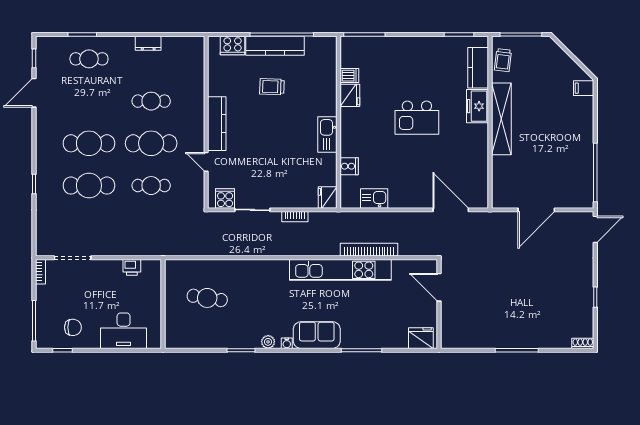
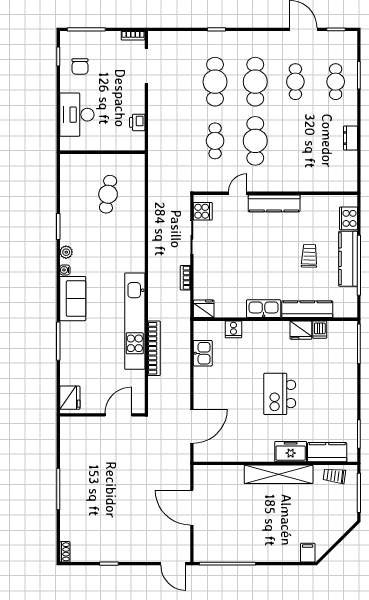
kitchen counter: (328, 89) -> (307, 309), added
cafe table: (151, 101) -> (295, 82), moved

